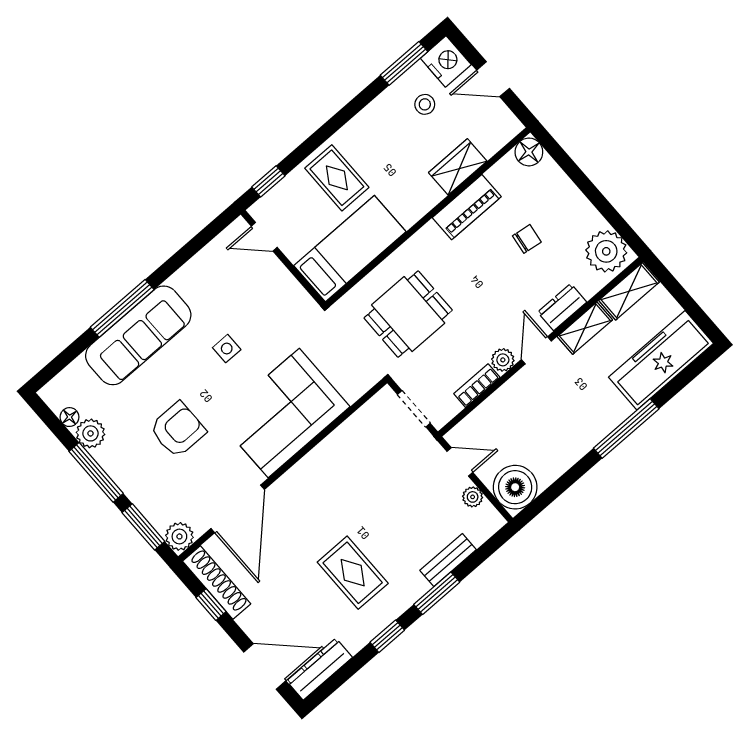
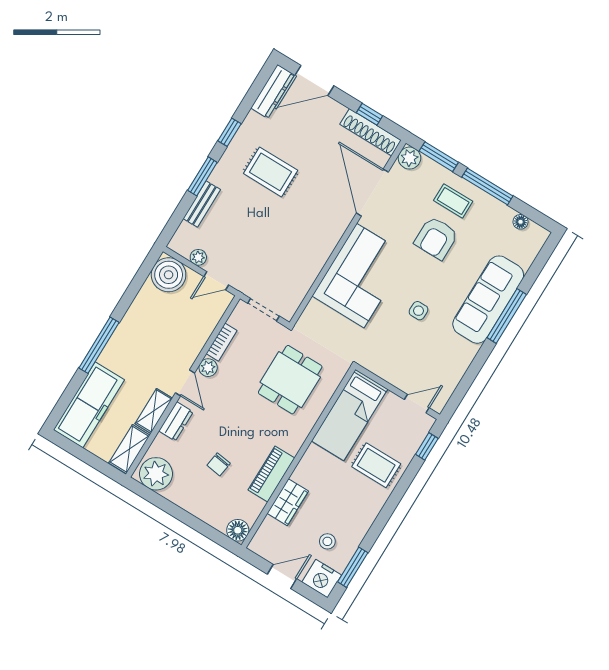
plant: (90, 433) -> (501, 214), removed
coffee table: (143, 468) -> (453, 201), added

